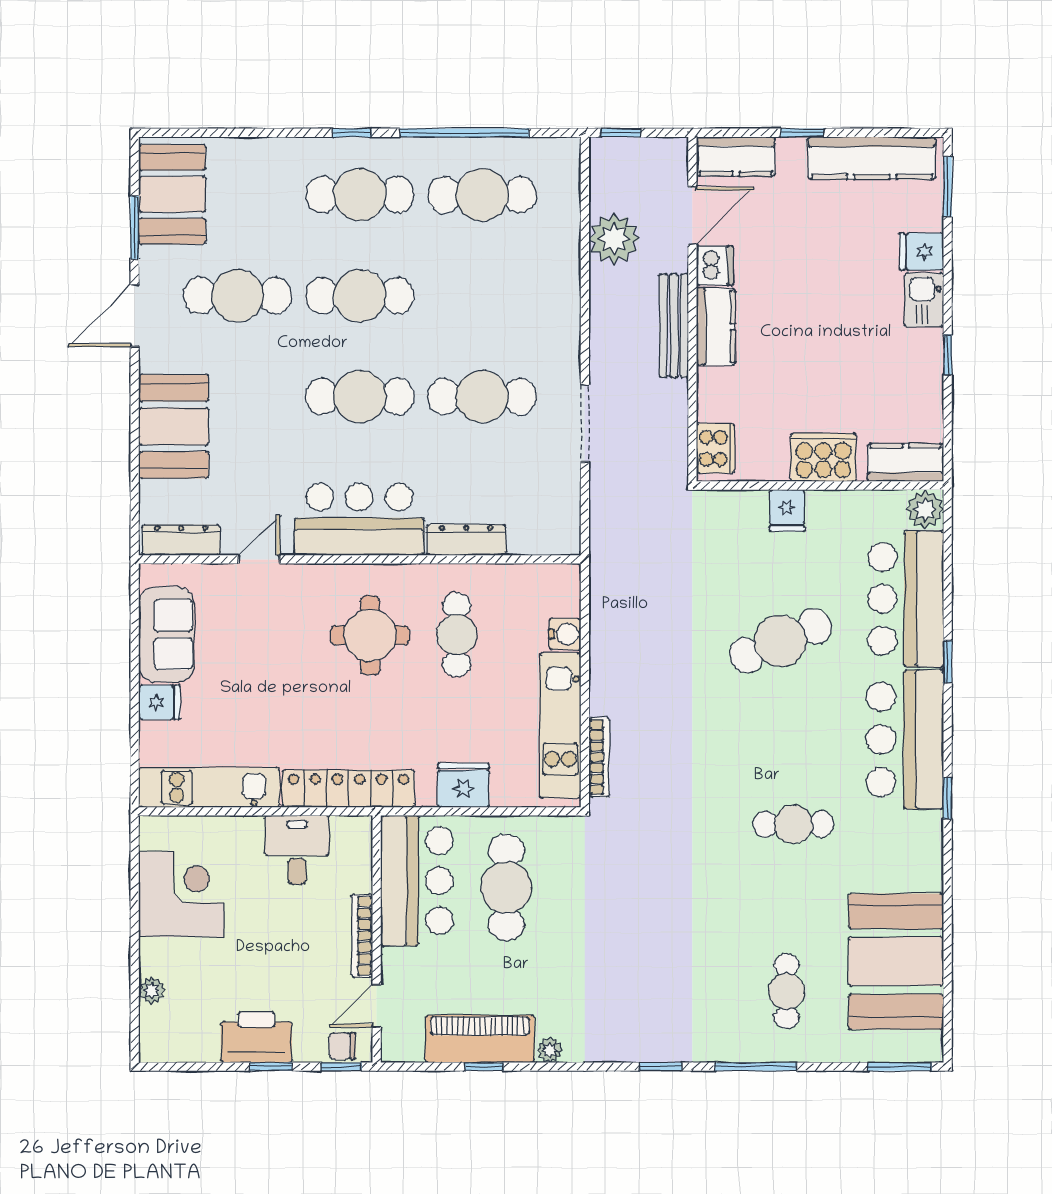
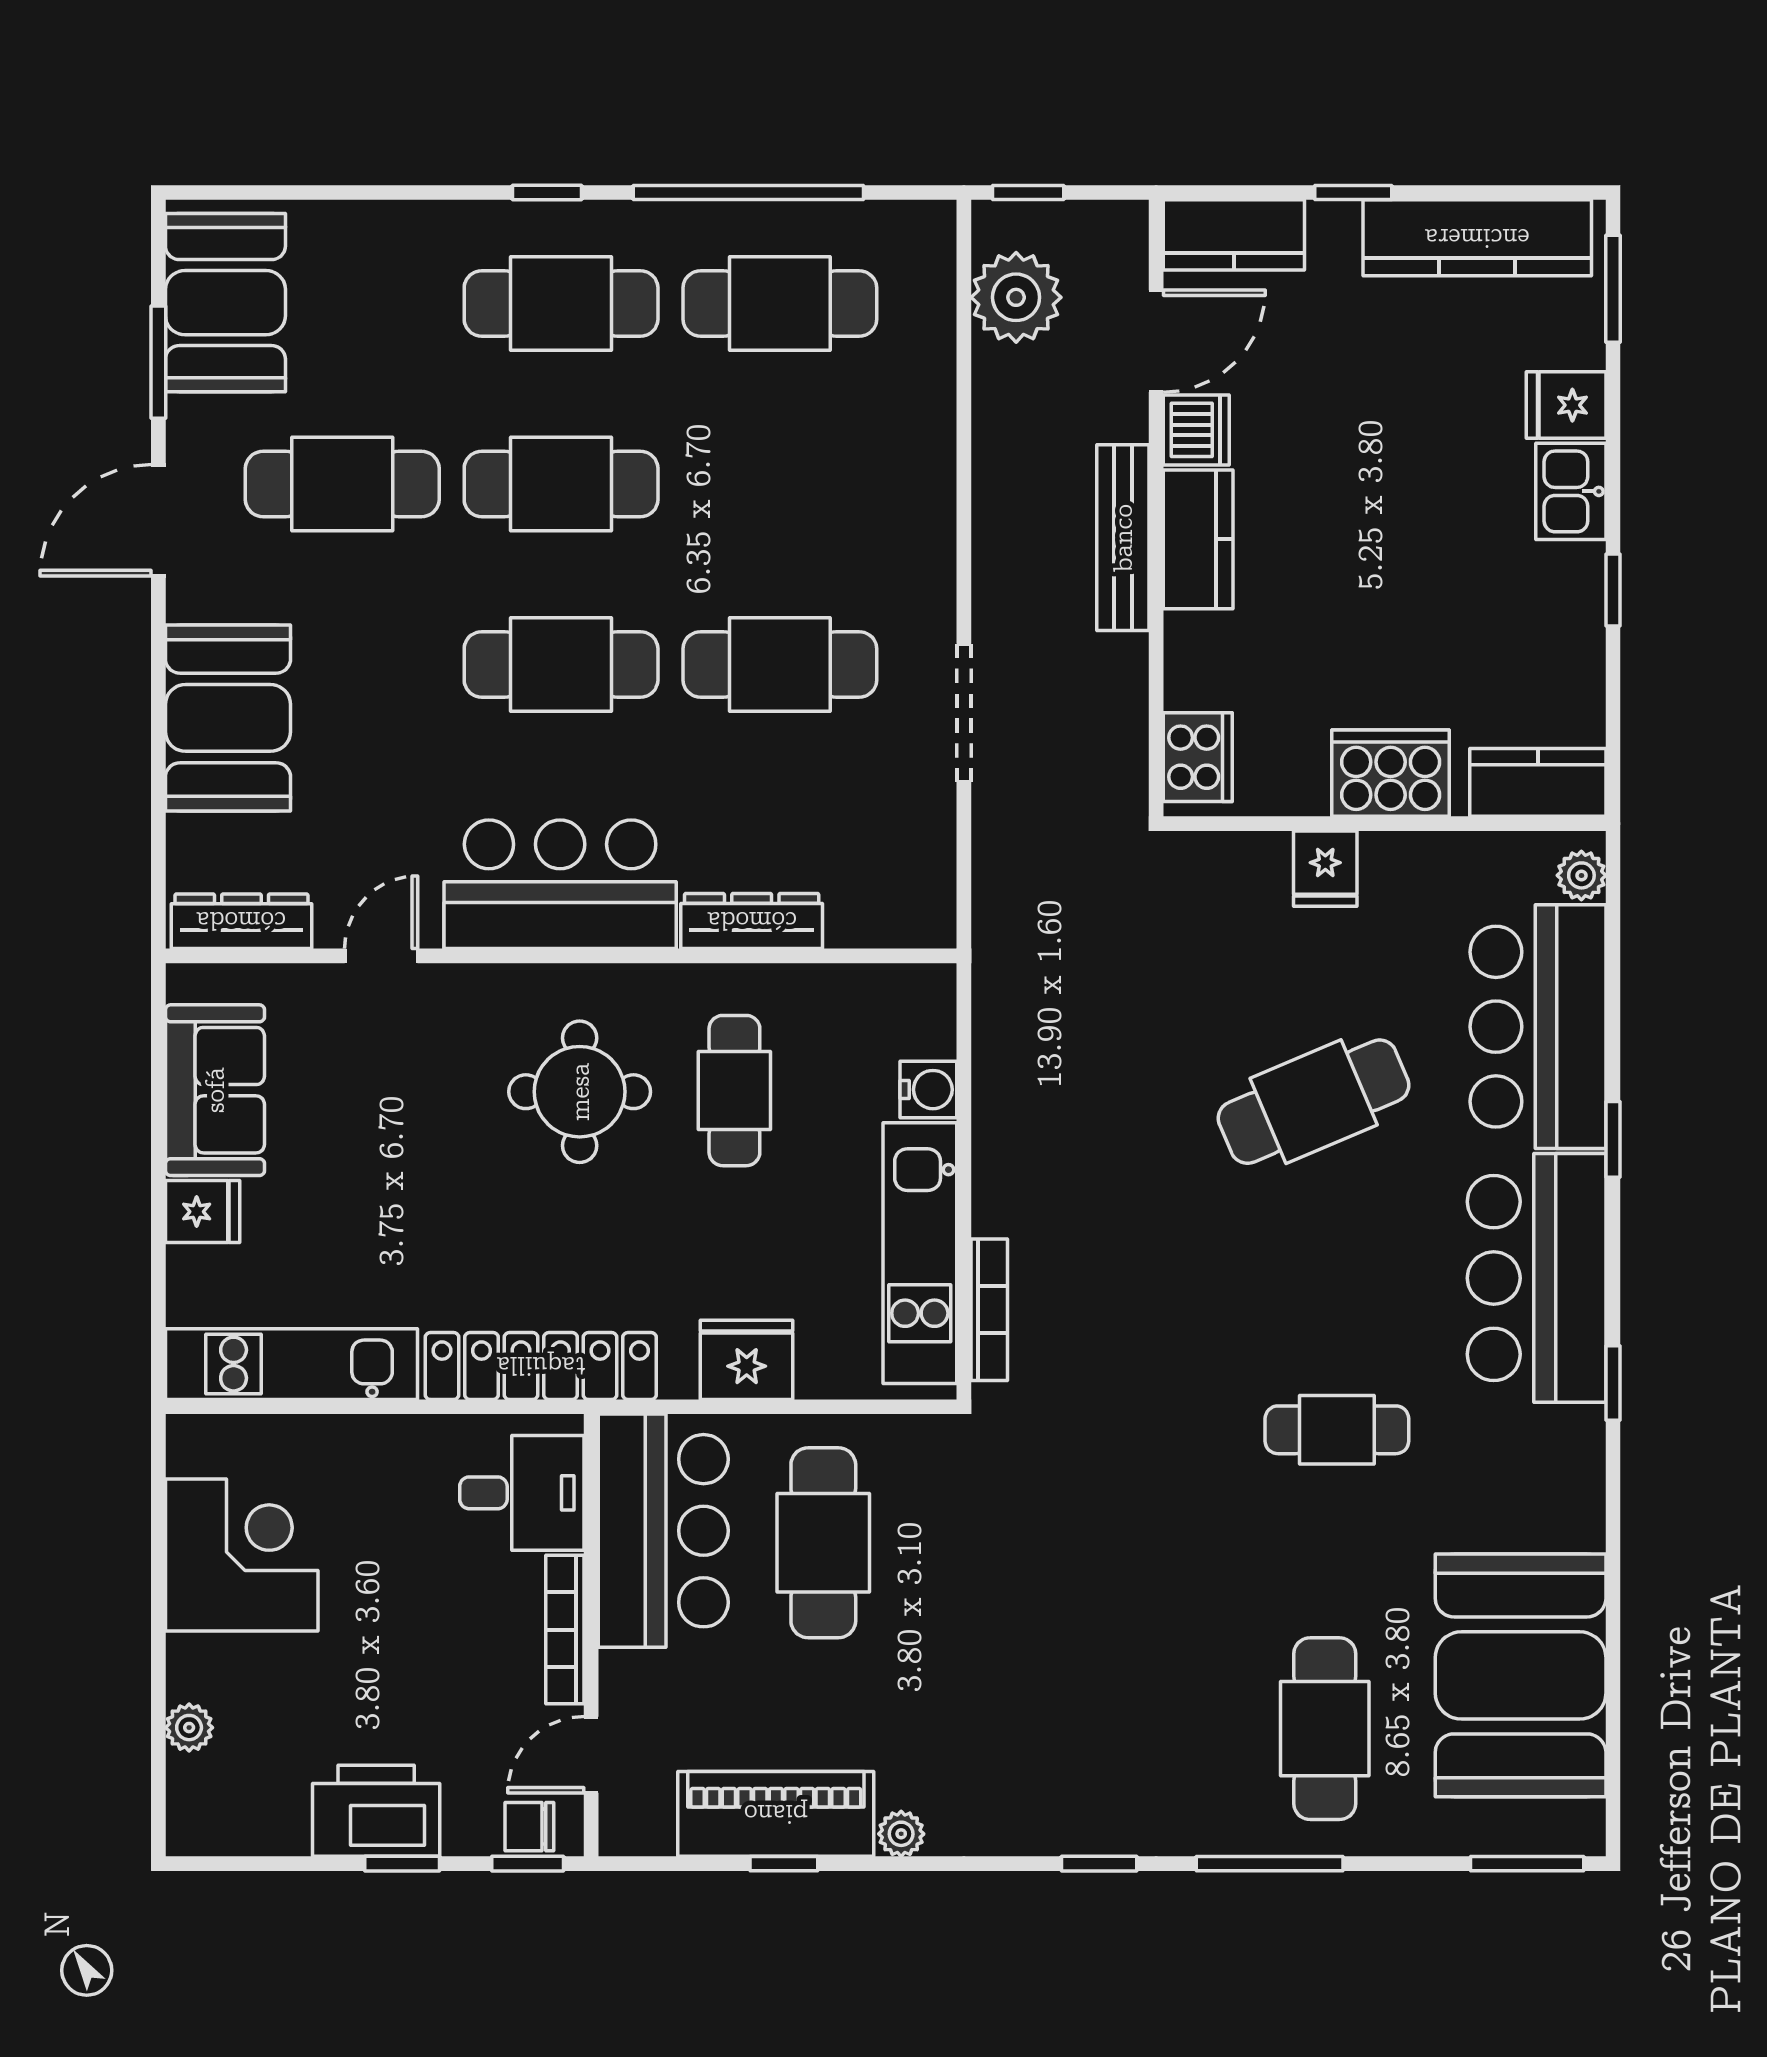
plant: (614, 239) -> (1016, 297), moved
plant: (925, 509) -> (1581, 875), width x0.73, depth x0.73
desk: (297, 850) -> (522, 1493), moved, turned 90
cafe table: (787, 991) -> (1325, 1729), width x1.37, depth x1.35

